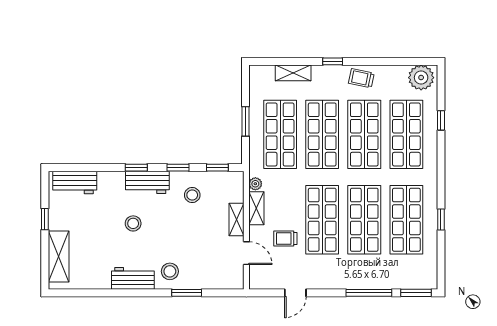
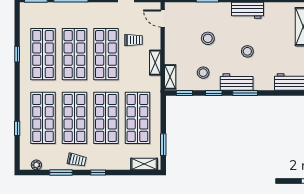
window: (382, 61) -> (61, 173), added
shelving: (293, 73) -> (144, 164), moved
plant: (421, 78) -> (36, 165), width x0.53, depth x0.53
window: (245, 121) -> (163, 145), moved
window: (136, 168) -> (245, 93), width x1.50
plant: (255, 184) -> (156, 81), removed
shelving: (236, 219) -> (170, 77), moved
door: (246, 253) -> (163, 19), moved
stool: (170, 271) -> (208, 38), moved

